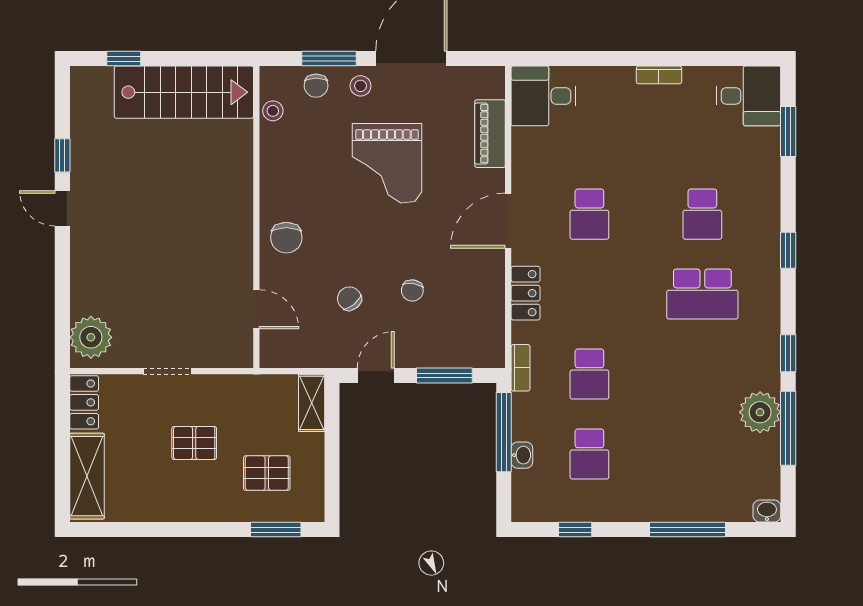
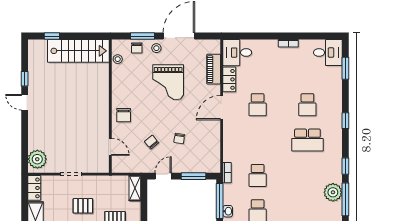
locker: (526, 293) -> (229, 79), moved

